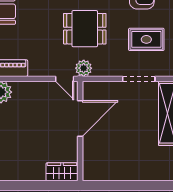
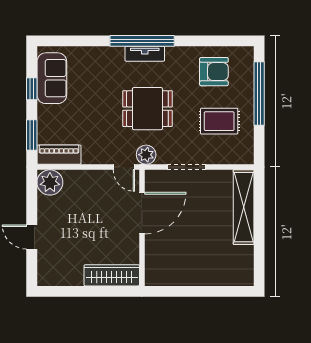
doorway: (139, 79) -> (187, 167), moved
wardrobe: (62, 172) -> (112, 275), width x1.50

